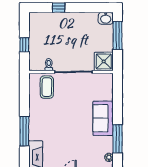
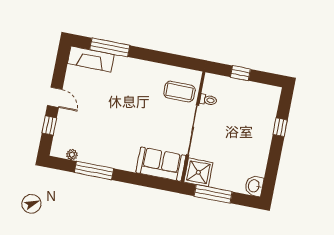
window: (117, 35) -> (213, 194), moved
sofa: (103, 118) -> (161, 164), moved
window: (24, 131) -> (110, 47), moved

